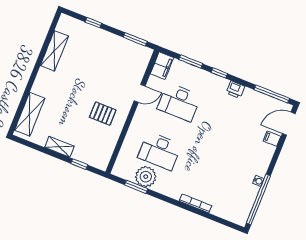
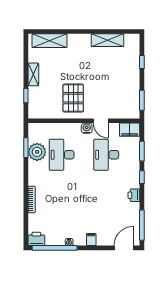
water cooler: (142, 112) -> (87, 128), added
pallet: (103, 114) -> (73, 98), width x1.50, depth x1.42
door: (289, 124) -> (124, 248), hinge flipped
filing cabinet: (272, 139) -> (91, 239), moved
printer: (241, 215) -> (36, 239), added

